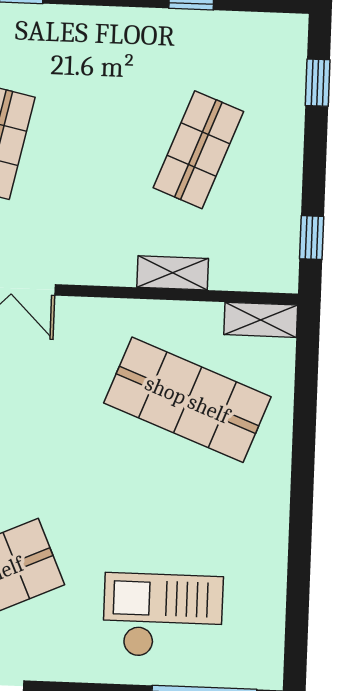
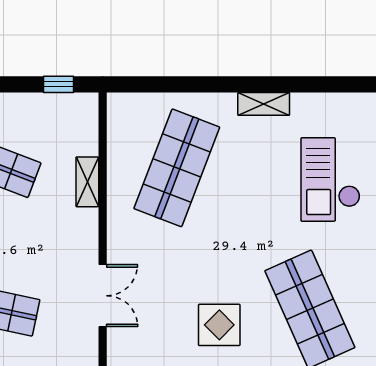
shelving: (261, 320) -> (264, 104), moved, turned 90

